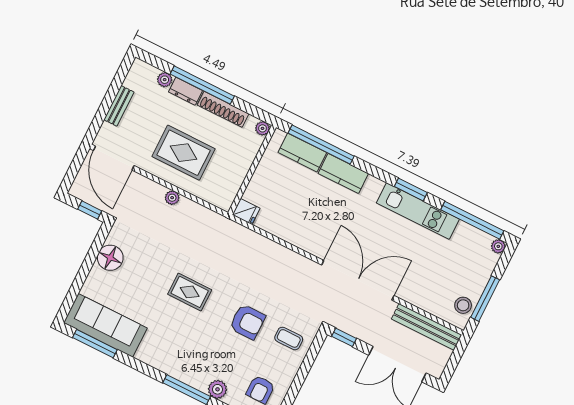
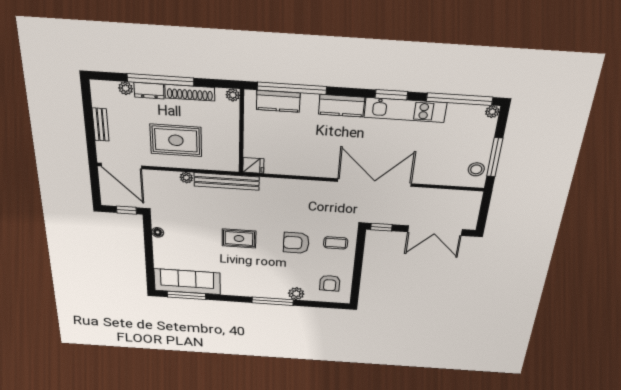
kitchen counter: (343, 173) -> (342, 106), moved
floor lamp: (110, 258) -> (158, 232), width x0.53, depth x0.53
armchair: (247, 322) -> (296, 243), turned 180
bench: (427, 327) -> (227, 182), moved

